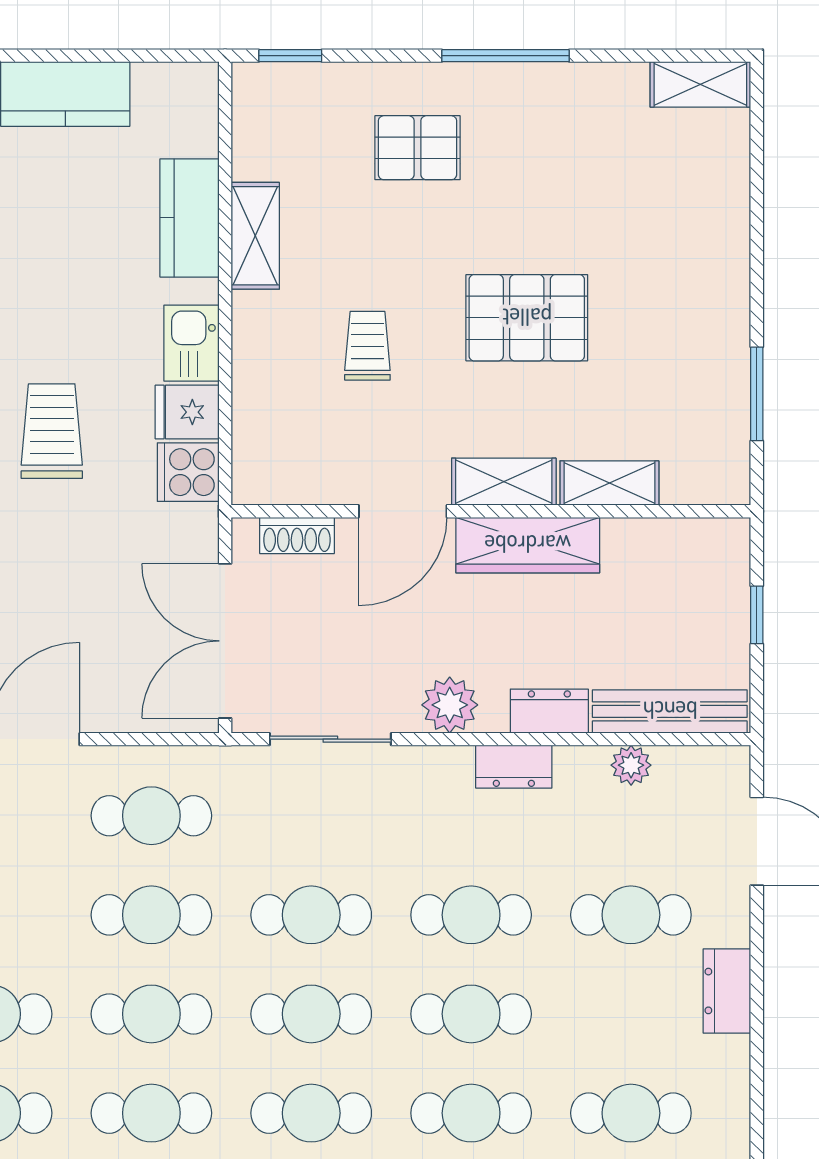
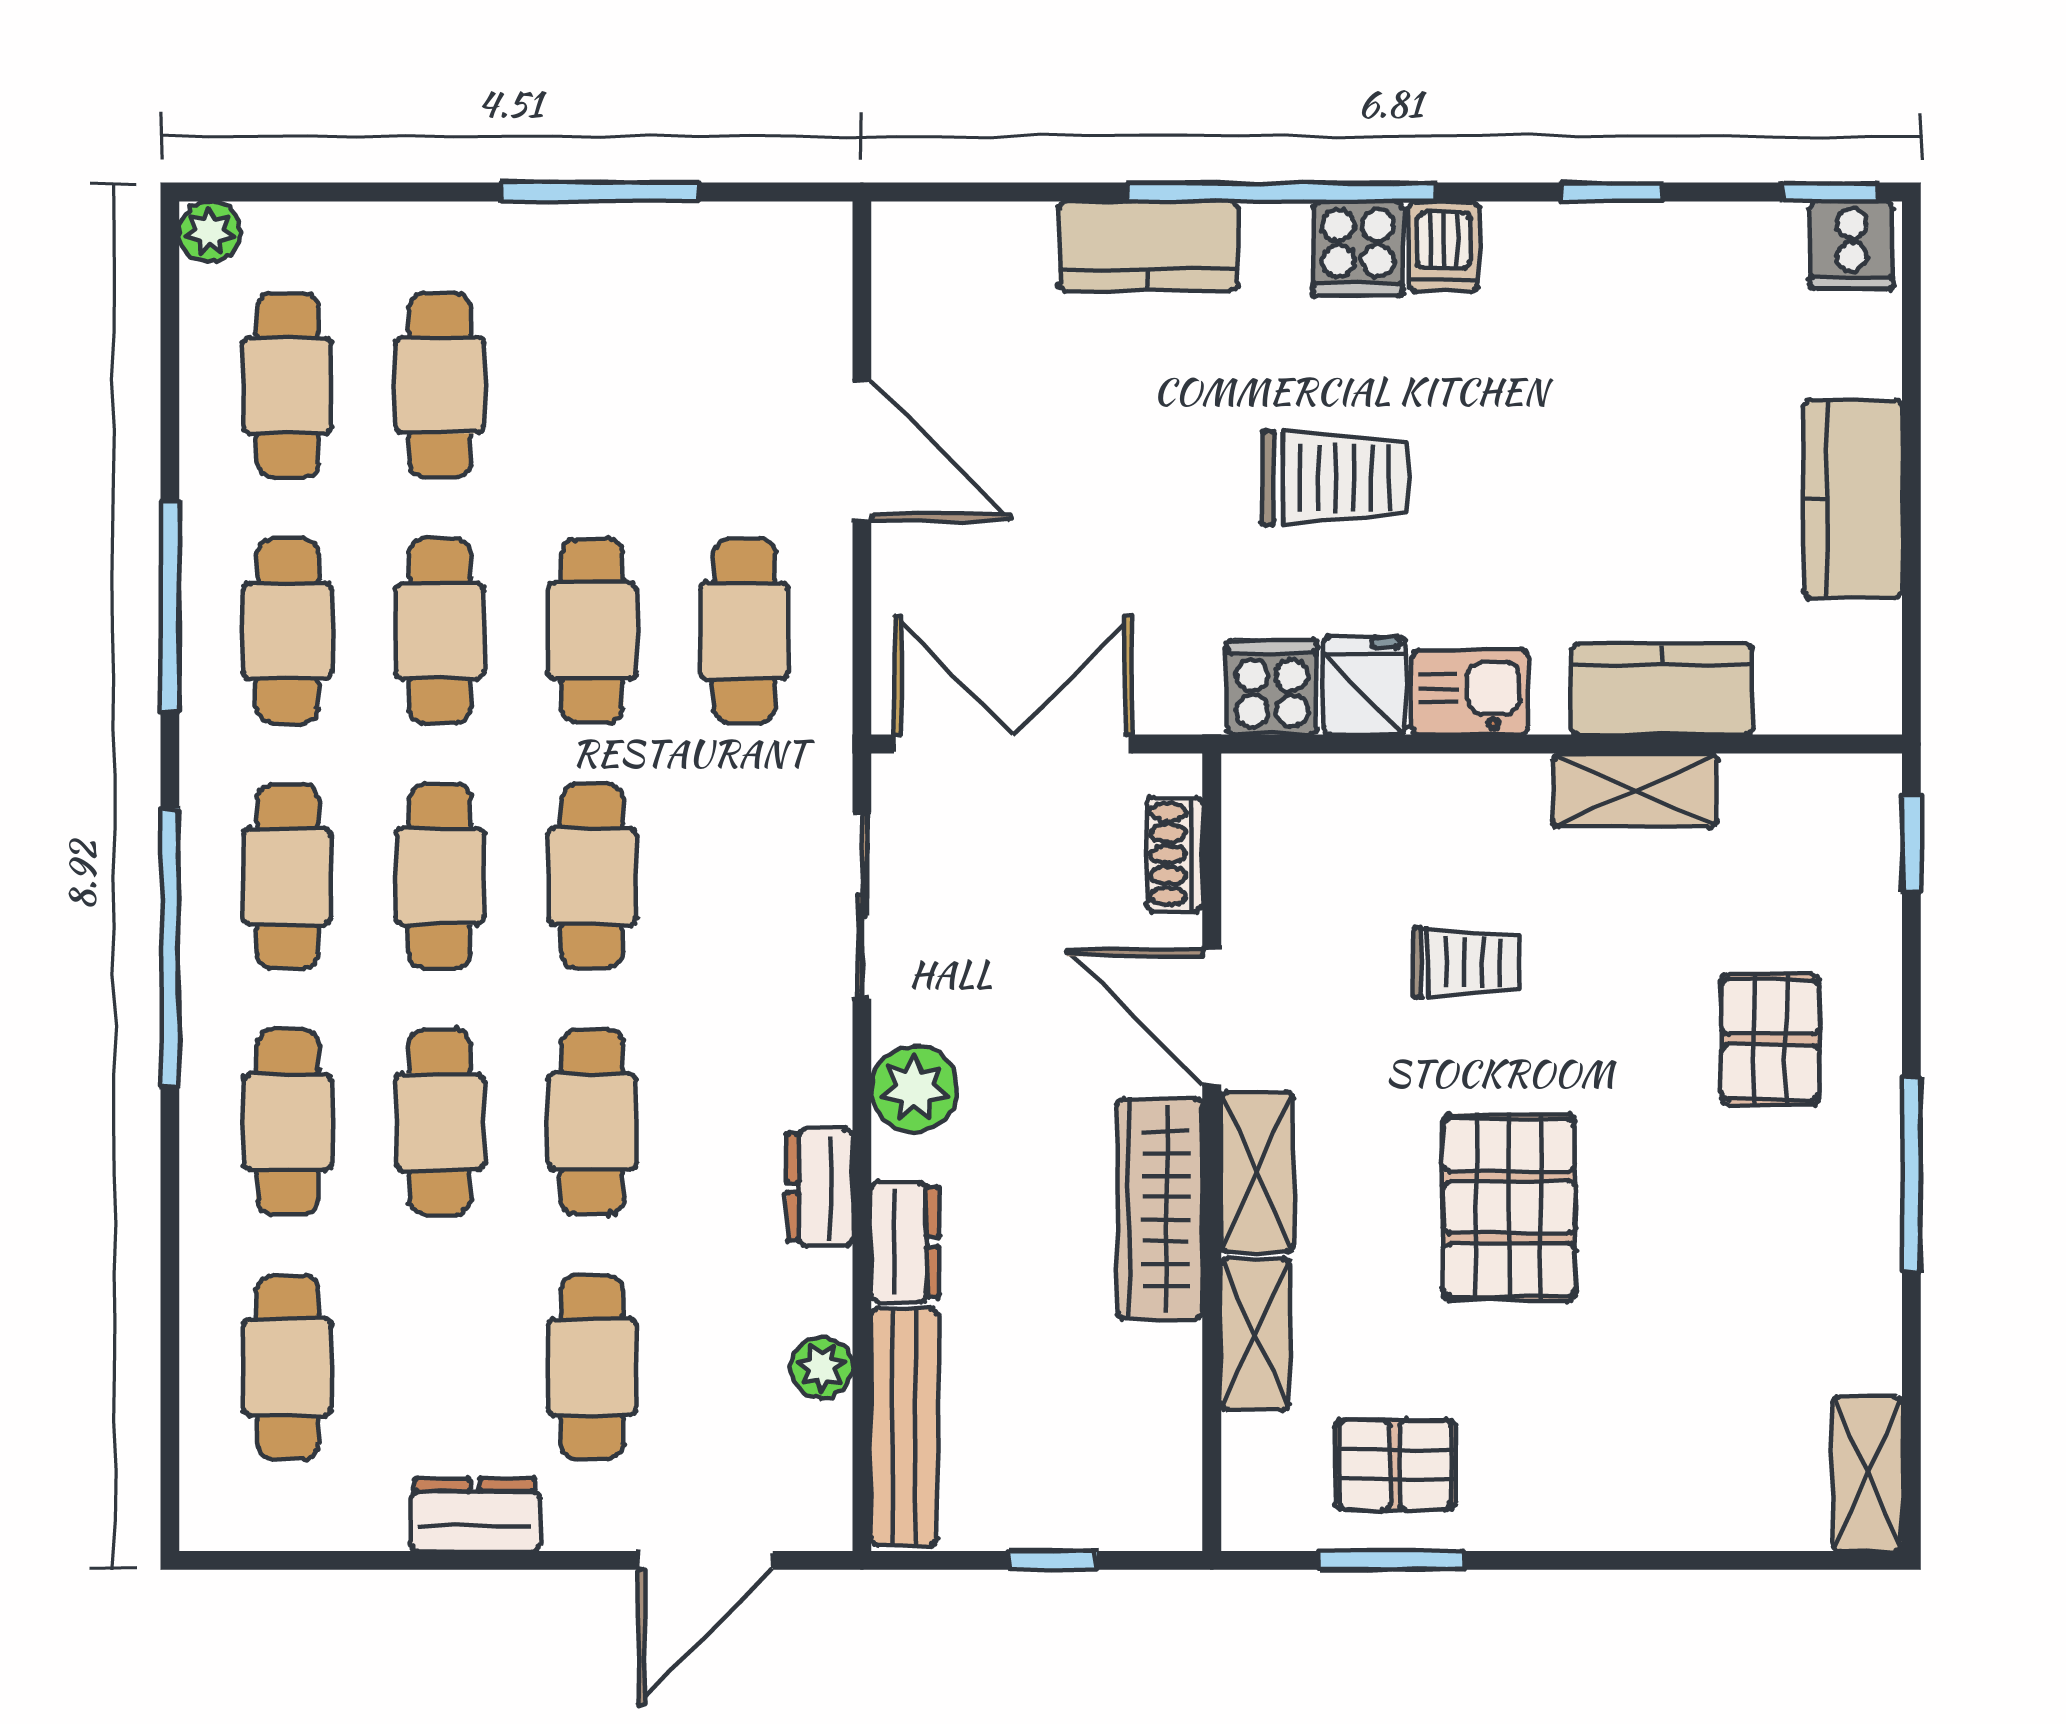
pallet: (695, 392) -> (1395, 1465), added

